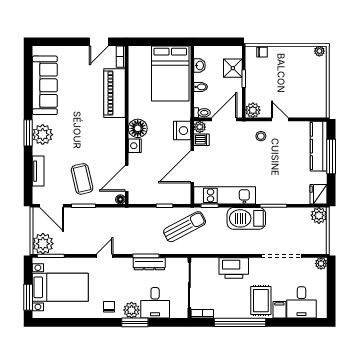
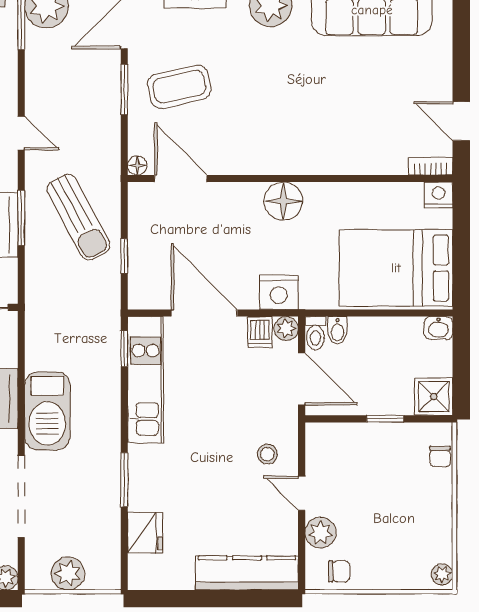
washbasin: (200, 65) -> (438, 328), moved
shower: (233, 68) -> (434, 397), moved
bidet: (201, 87) -> (337, 330), moved
piano: (114, 93) -> (356, 153), removed
chair: (318, 101) -> (339, 571), added
plant: (253, 110) -> (321, 533), moved
door: (280, 119) -> (302, 493), swing flipped
nightstand: (135, 146) -> (439, 195), moved
window: (331, 157) -> (225, 599), removed
fridge: (319, 194) -> (145, 533), moved, turned 90
plant: (319, 215) -> (68, 573), moved
barbecue: (246, 218) -> (47, 411), moved, turned 180
sun lounger: (185, 227) -> (78, 217), moved

